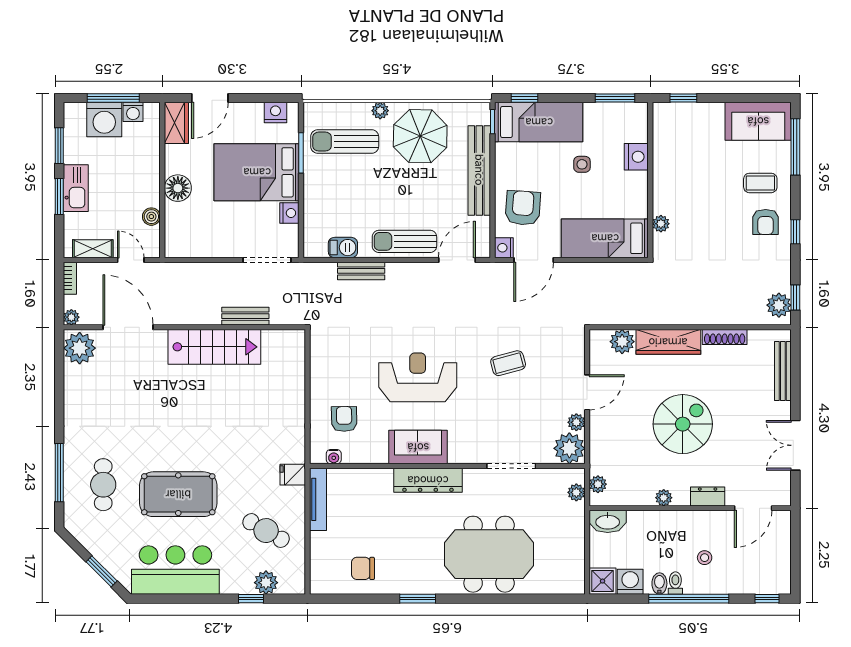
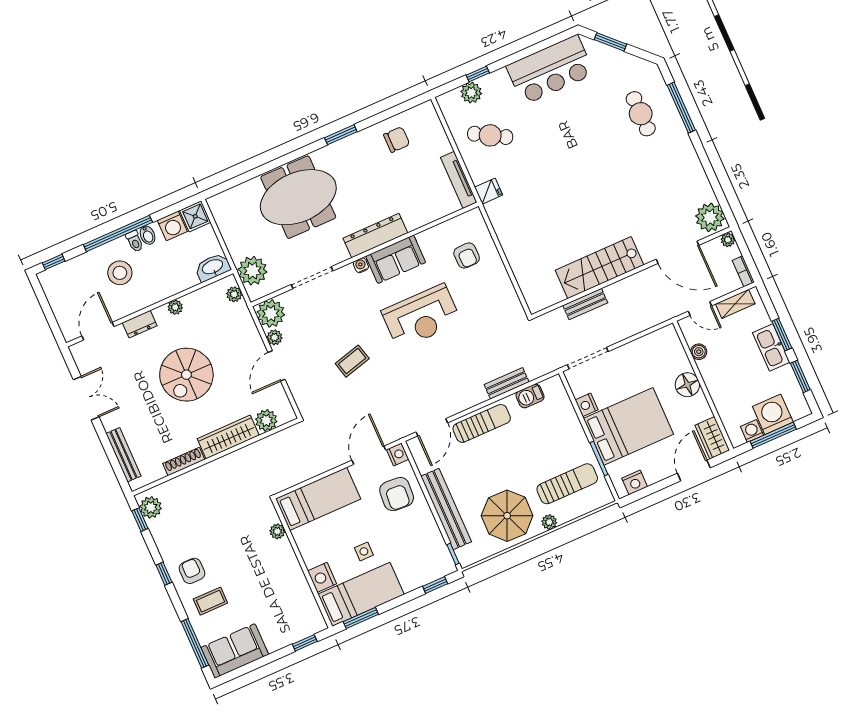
bed: (539, 122) -> (361, 594), moved, turned 180
water cooler: (334, 457) -> (361, 265), moved
plant: (576, 492) -> (252, 271), width x1.88, depth x1.88
pool table: (178, 494) -> (575, 133), removed
stool: (705, 558) -> (120, 273), width x1.89, depth x1.89

